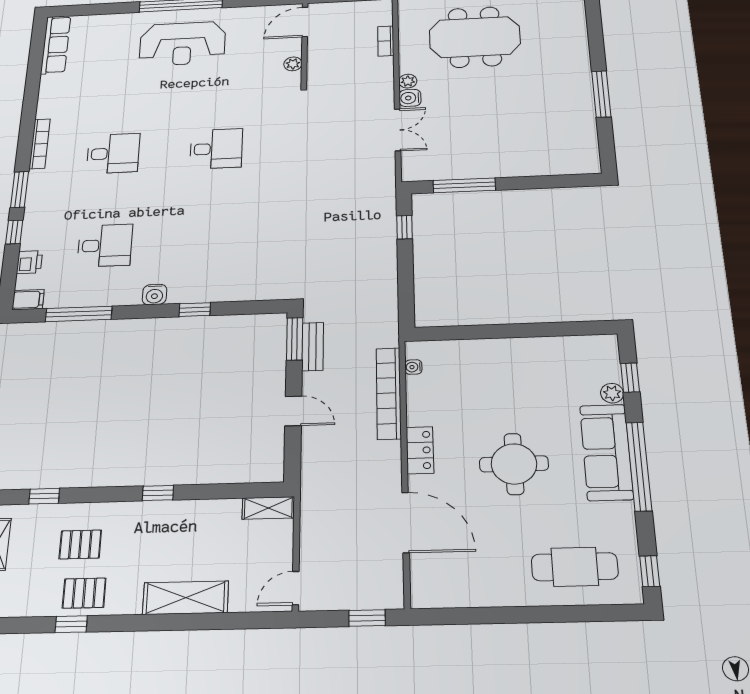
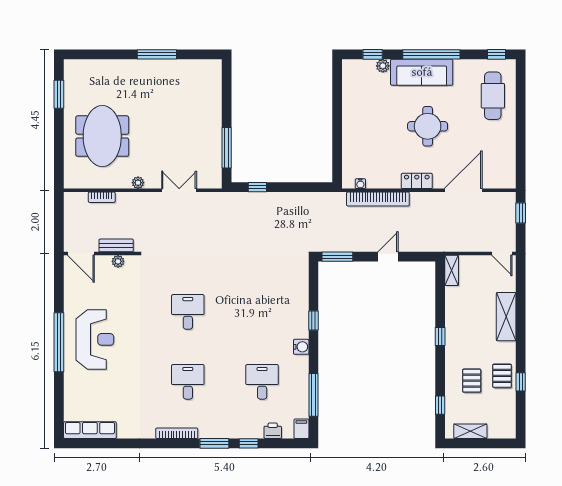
water cooler: (410, 98) -> (153, 182), removed
bench: (313, 347) -> (116, 245), moved

